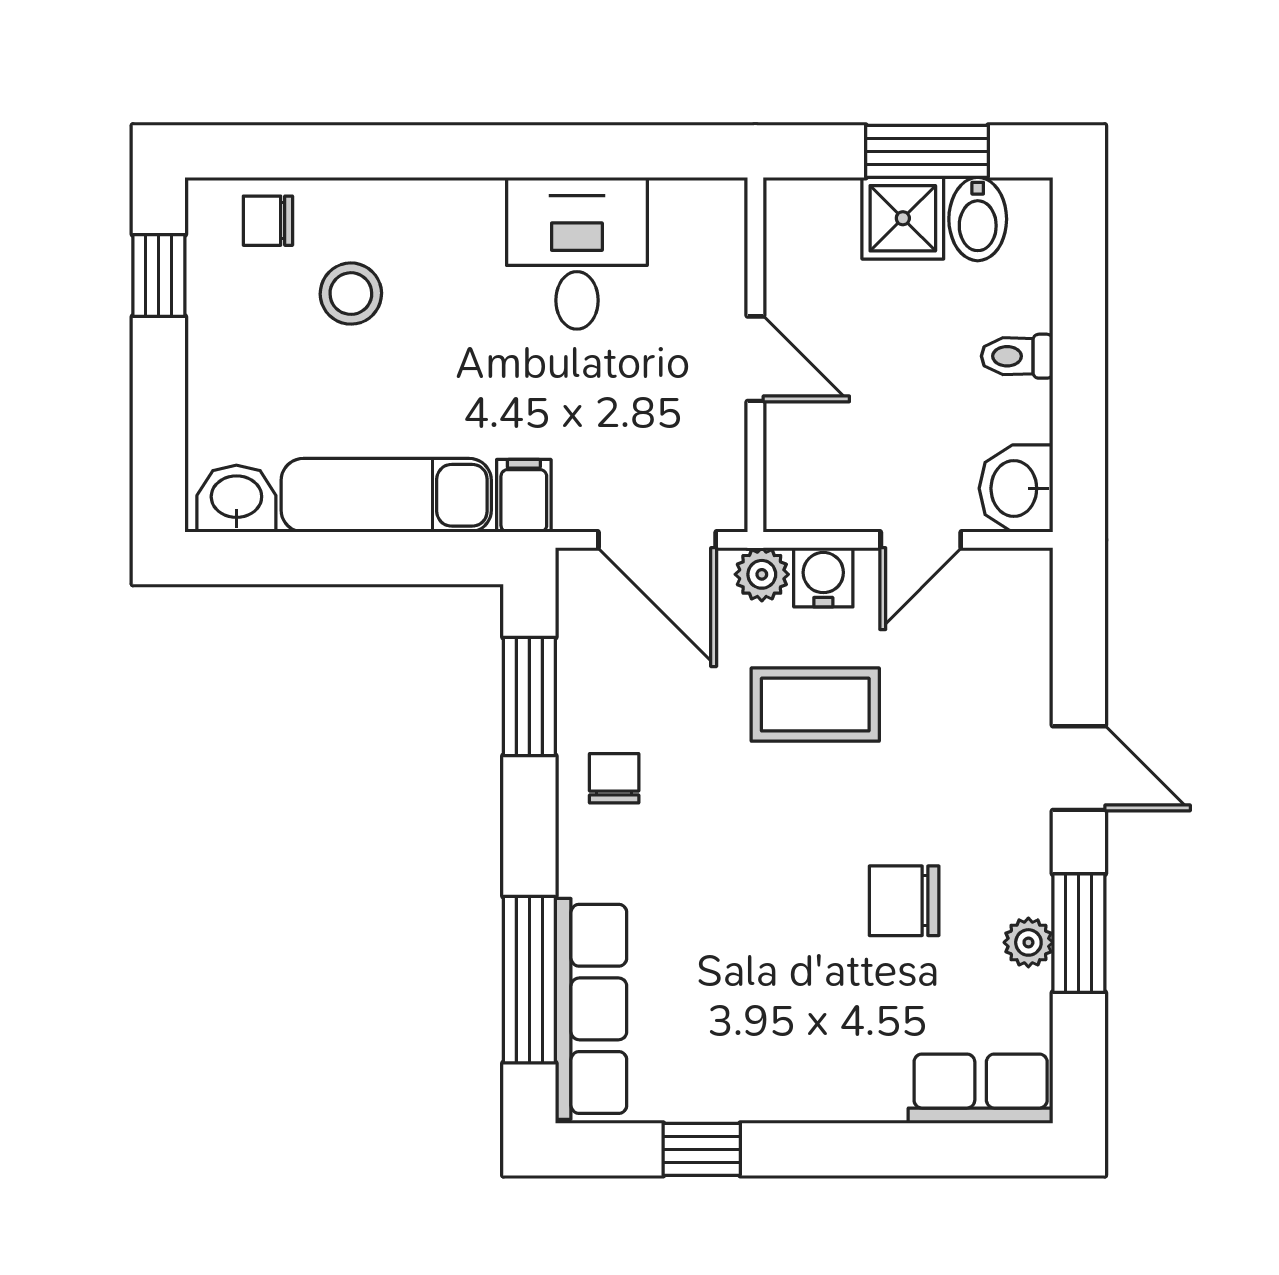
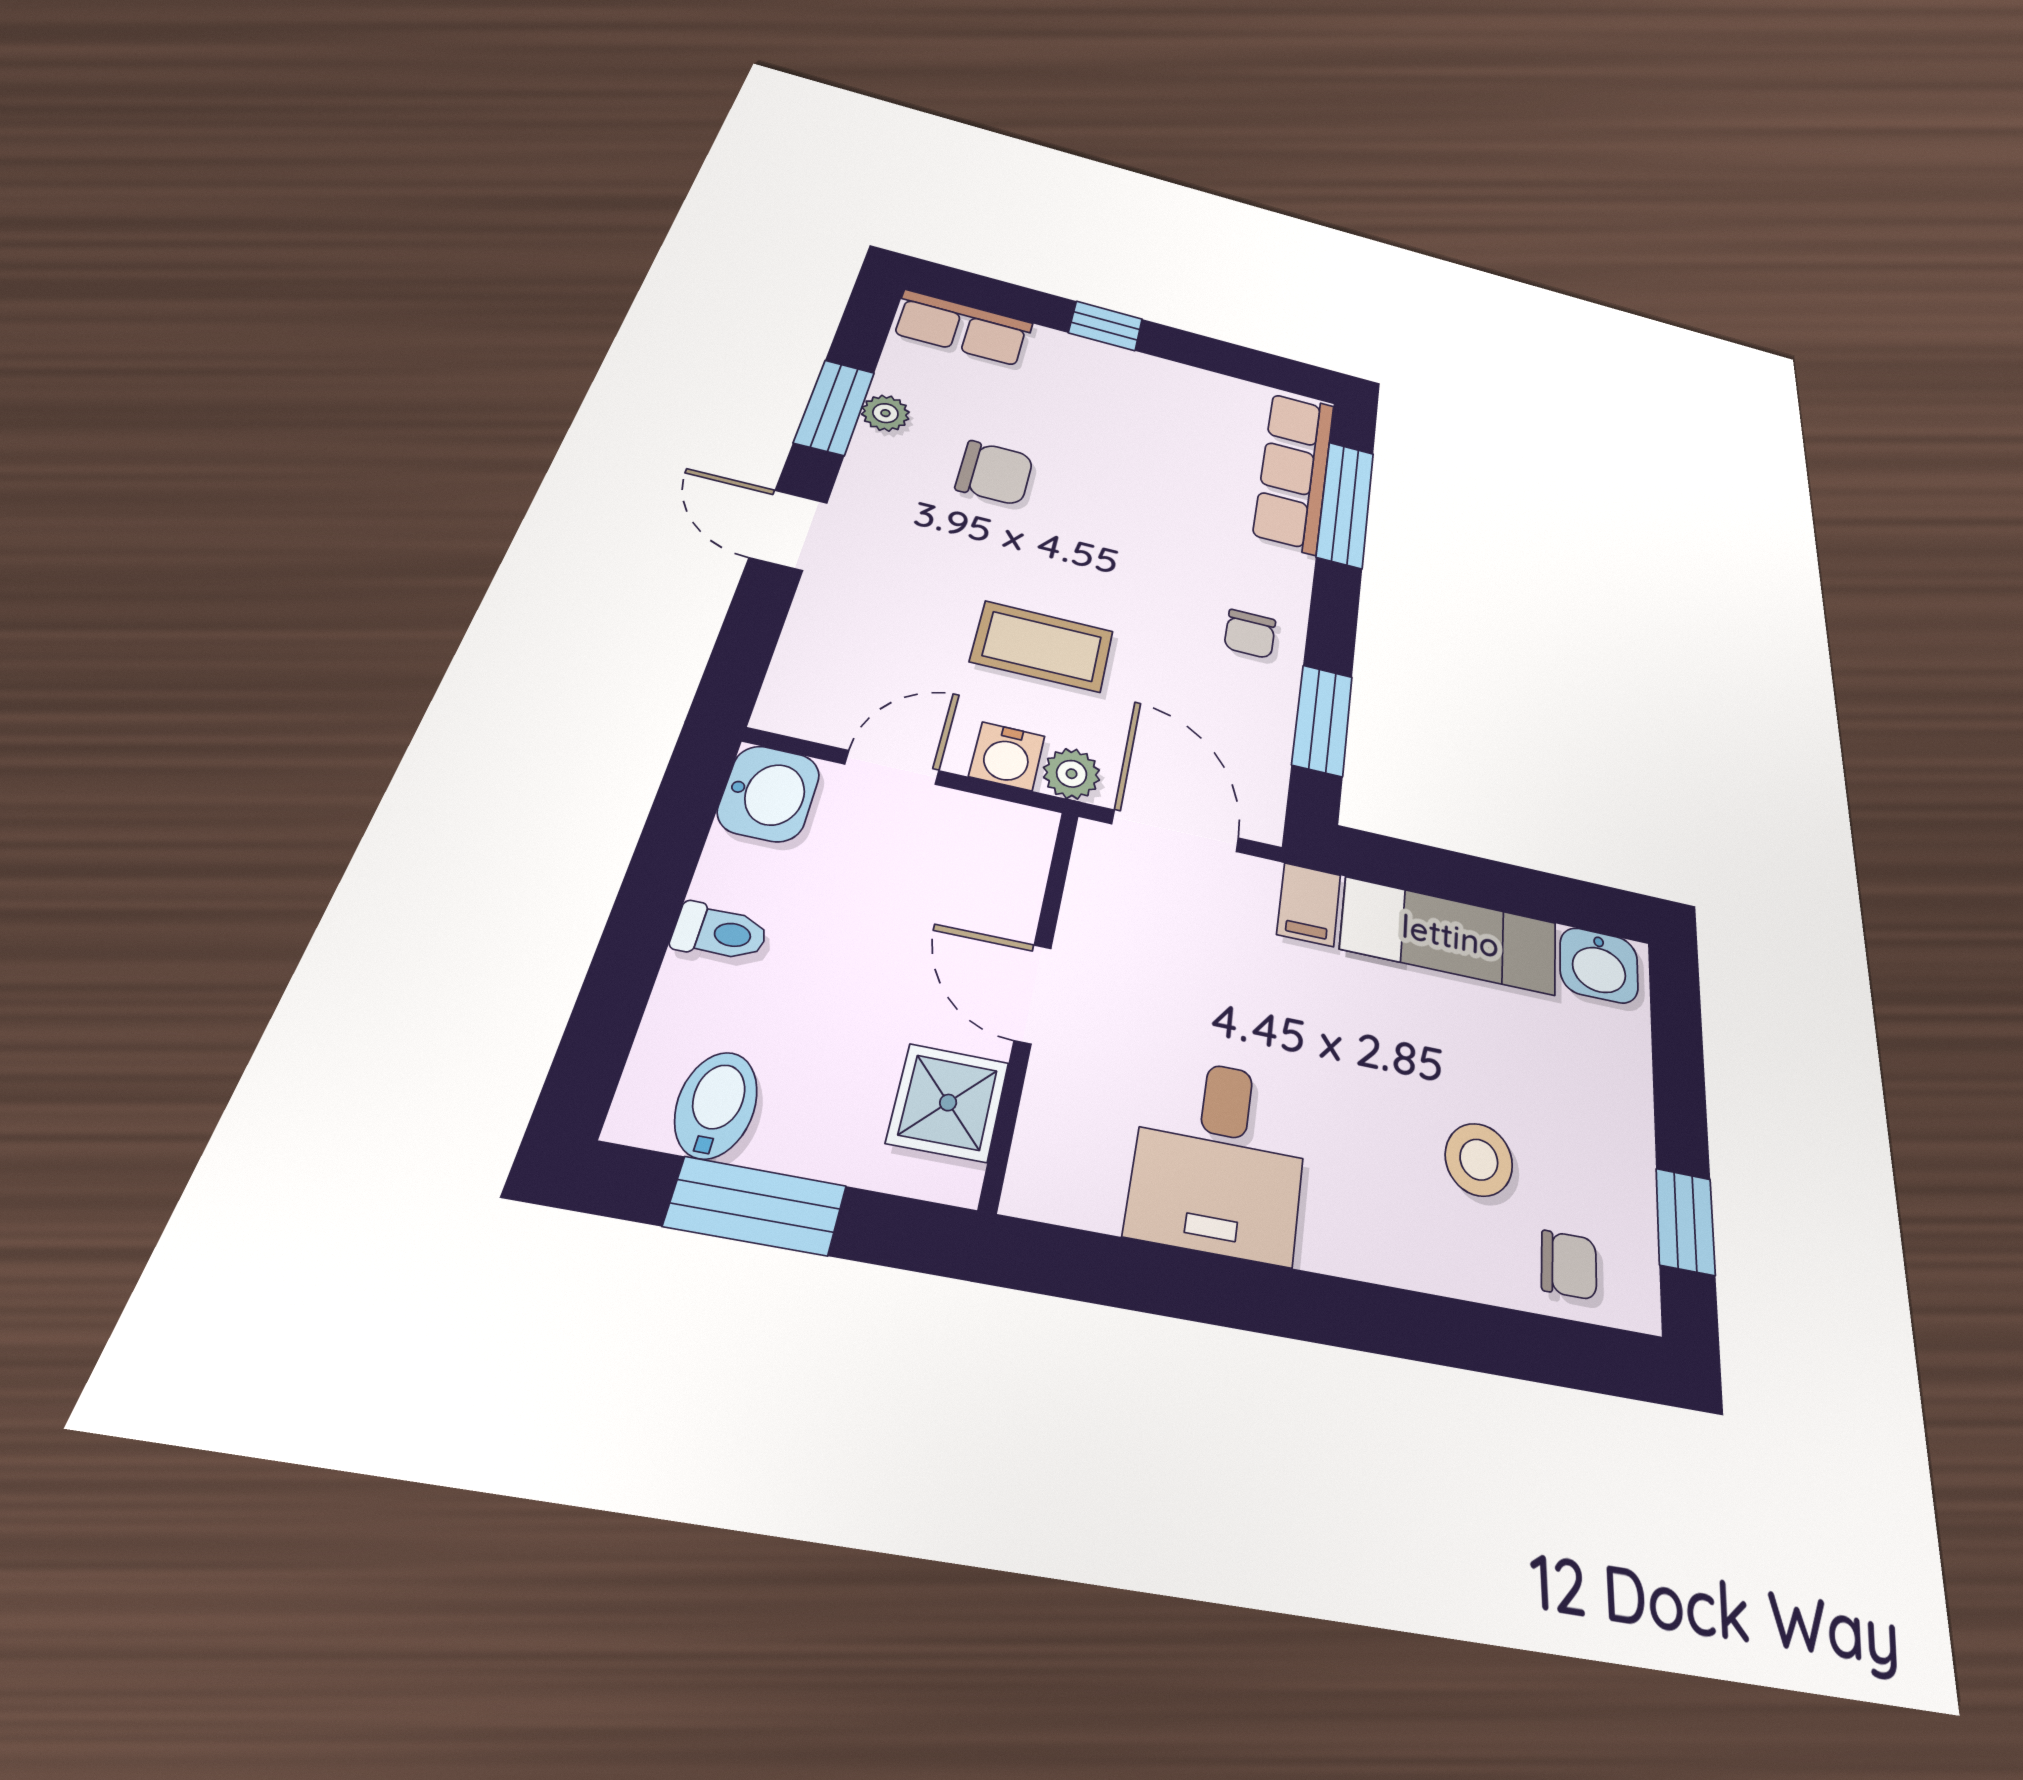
shower: (903, 218) -> (948, 1103), moved
window: (702, 1149) -> (1106, 326), moved

